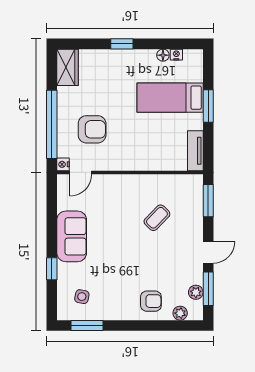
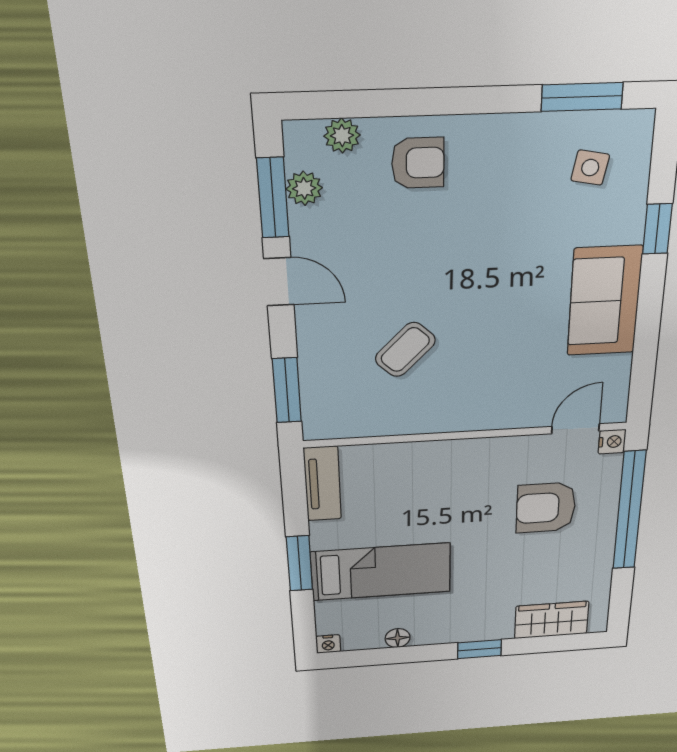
nightstand: (176, 55) -> (328, 644), moved
wardrobe: (68, 67) -> (552, 620), moved, turned 90
door: (208, 252) -> (279, 282), swing flipped
armchair: (151, 301) -> (418, 163), turned 180

